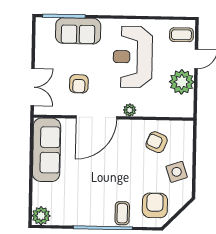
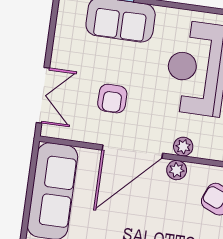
plant: (127, 126) -> (177, 170), added

